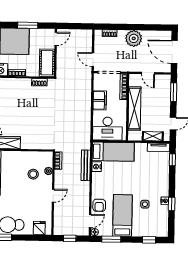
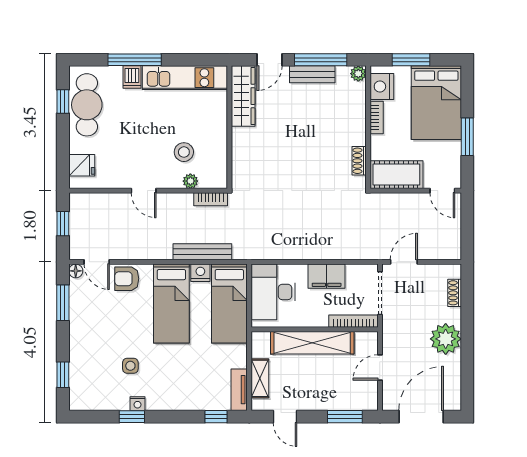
bed: (122, 215) -> (171, 303), moved, turned 90

